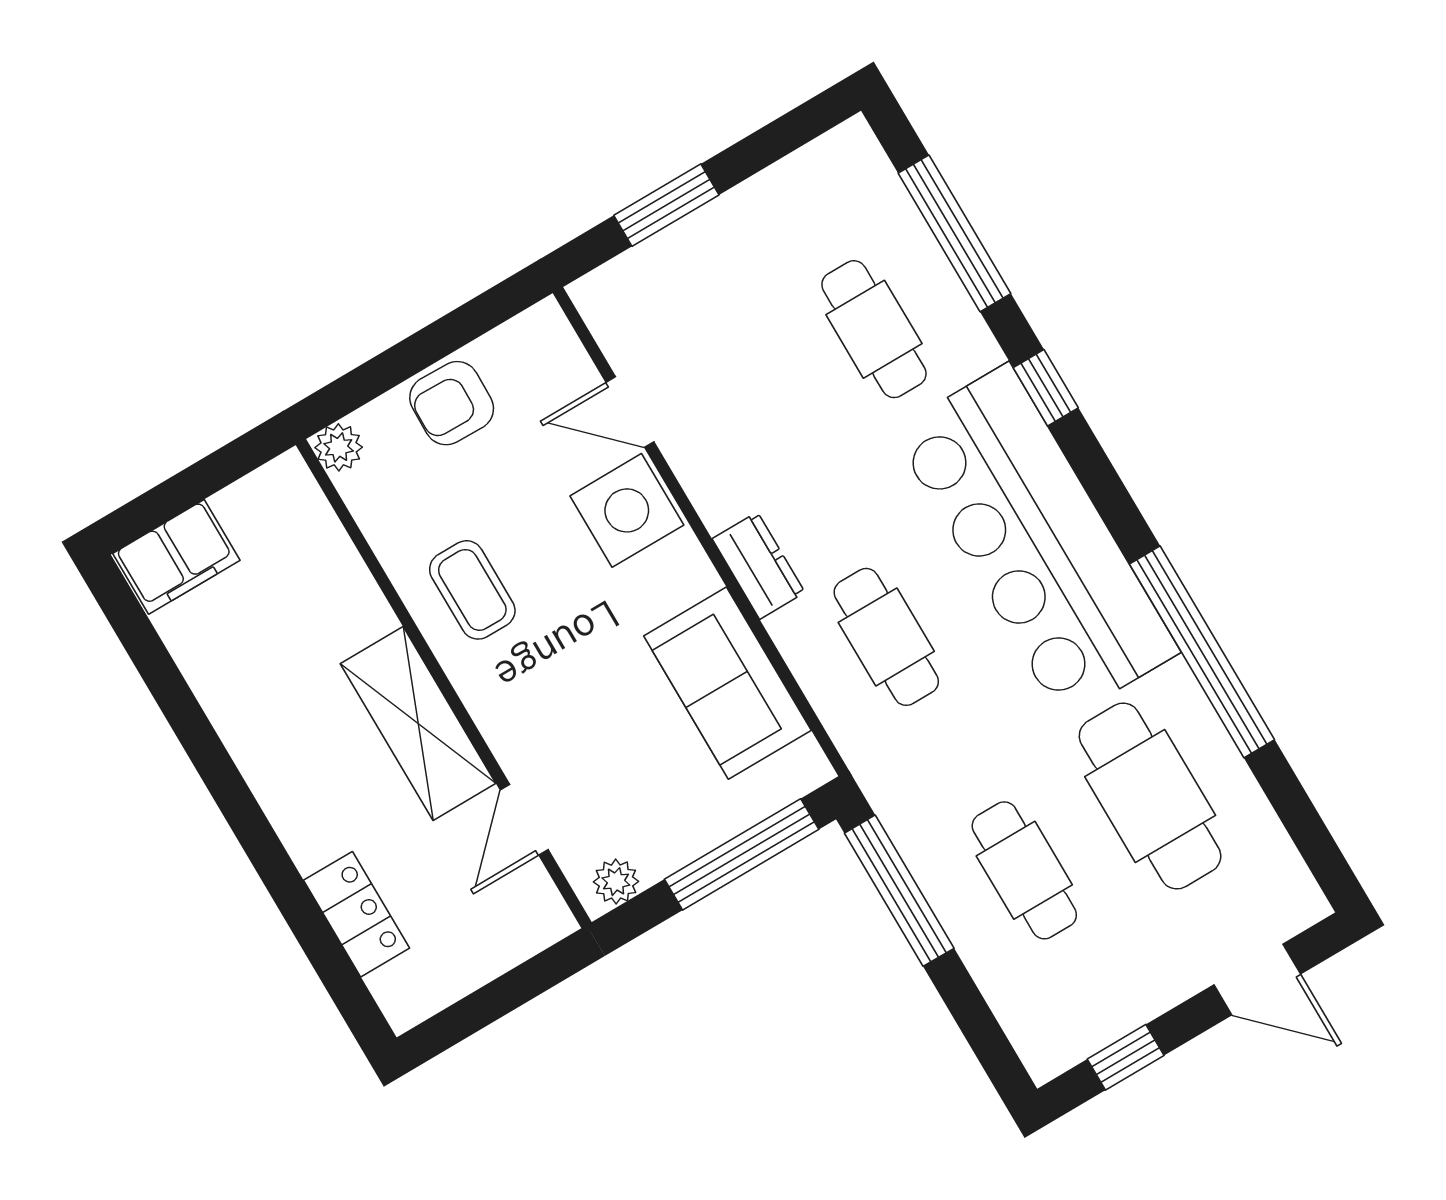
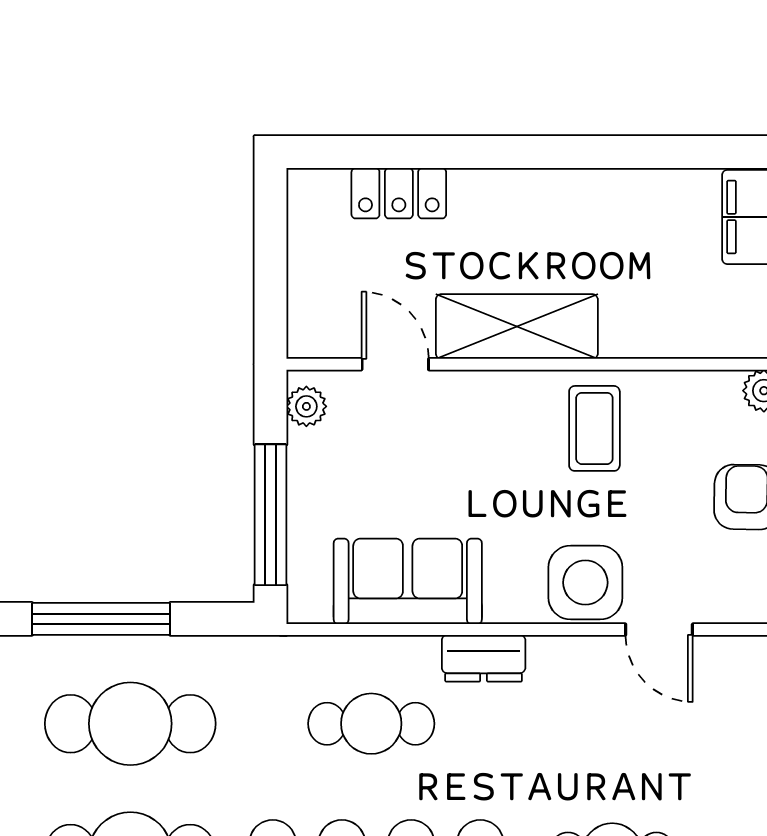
door: (630, 412) -> (659, 629), swing flipped
coffee table: (472, 590) -> (594, 428), turned 90
cafe table: (1024, 870) -> (130, 724), width x1.37, depth x1.35
window: (899, 891) -> (101, 619), moved

